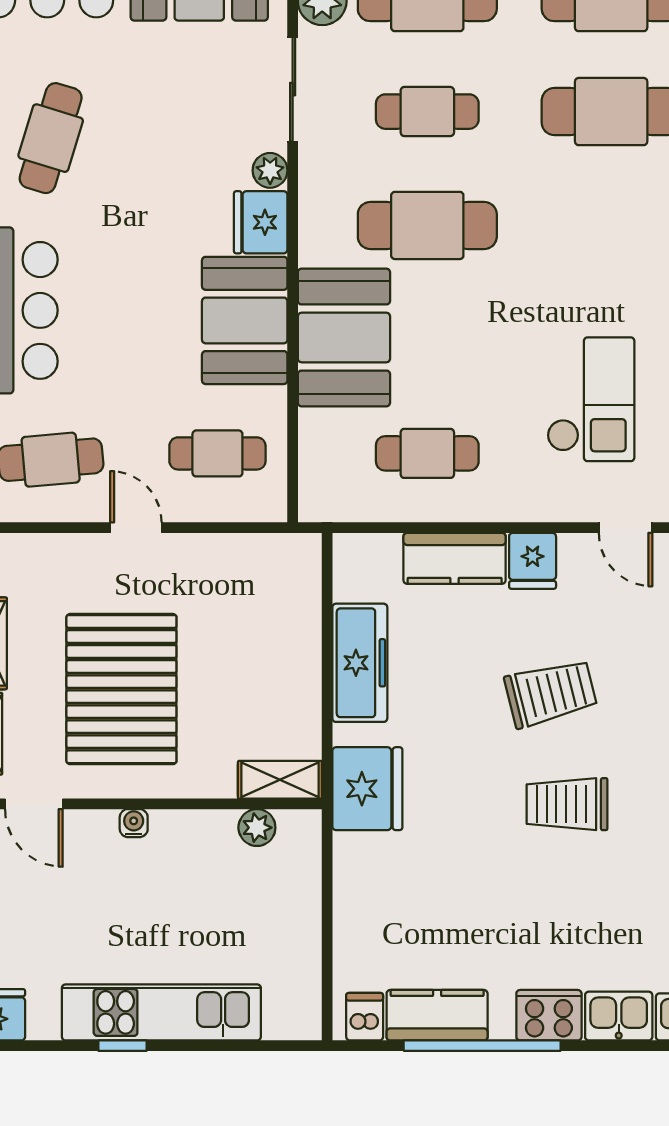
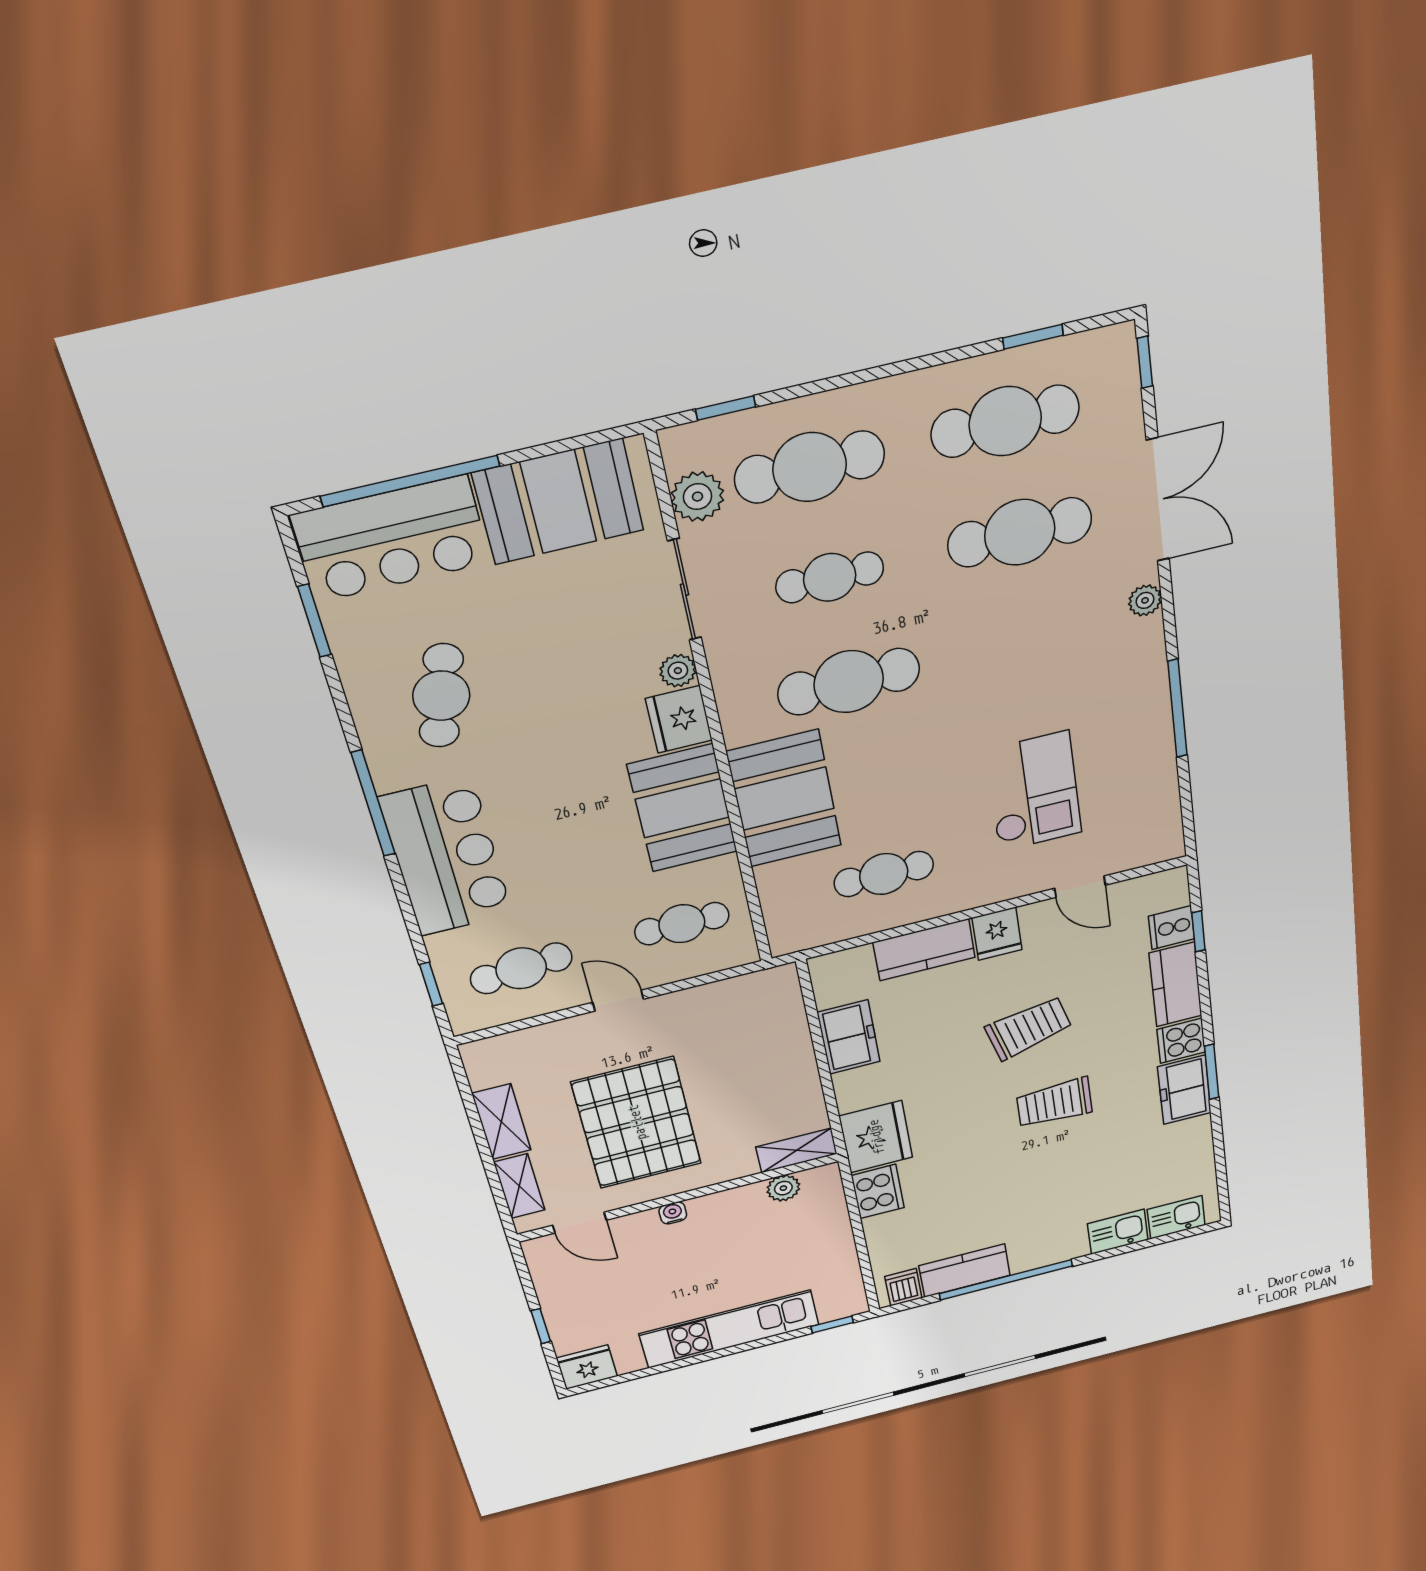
freezer: (360, 663) -> (849, 1037), width x0.71
cooker: (549, 1015) -> (878, 1192), moved, turned 90
window: (123, 1046) -> (832, 1325), moved

